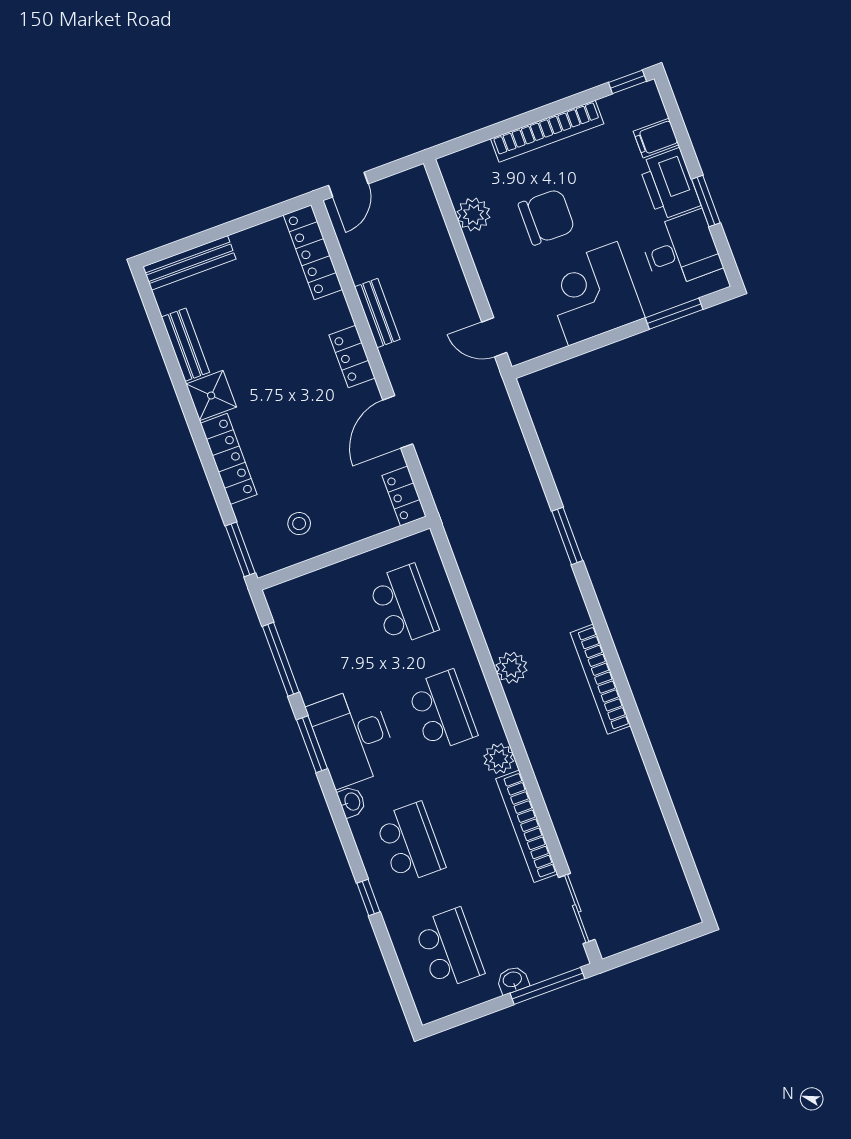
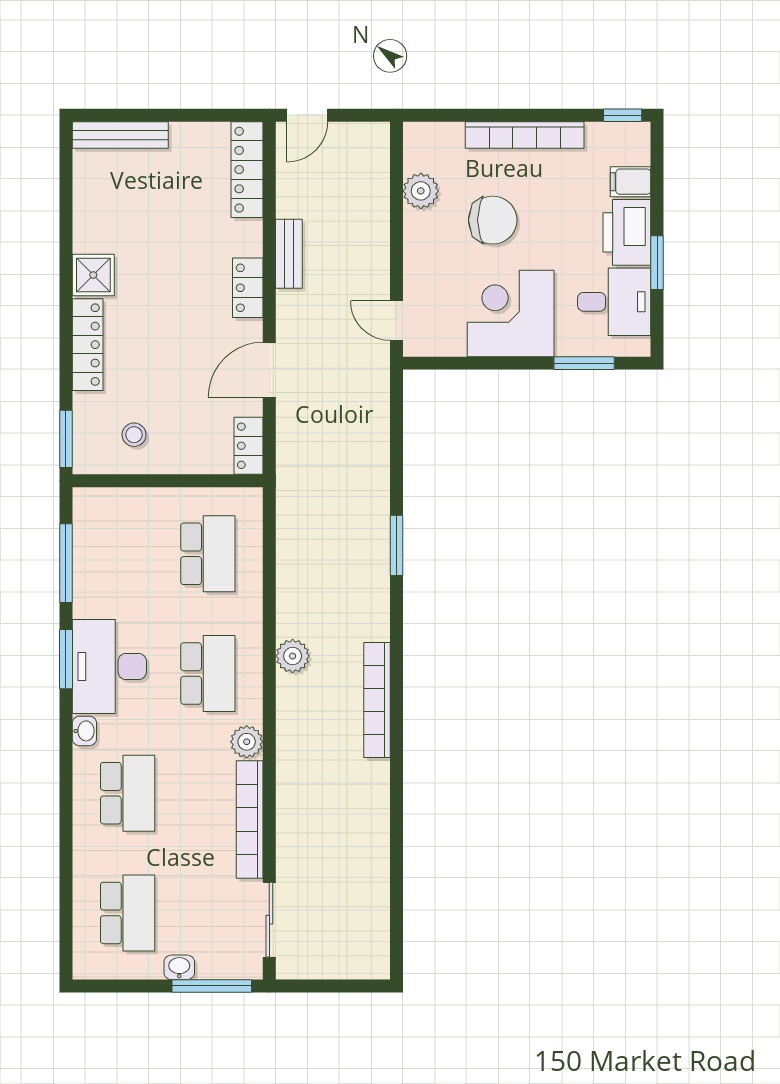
bench: (185, 345) -> (86, 215), removed
window: (368, 898) -> (66, 832), removed

